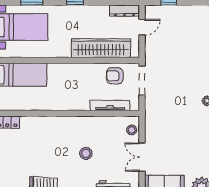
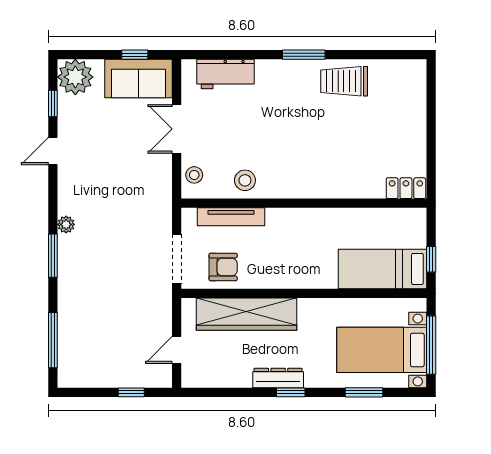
dresser: (124, 11) -> (278, 378), moved
stool: (86, 153) -> (245, 180), moved
double door: (142, 157) -> (177, 129), swing flipped

